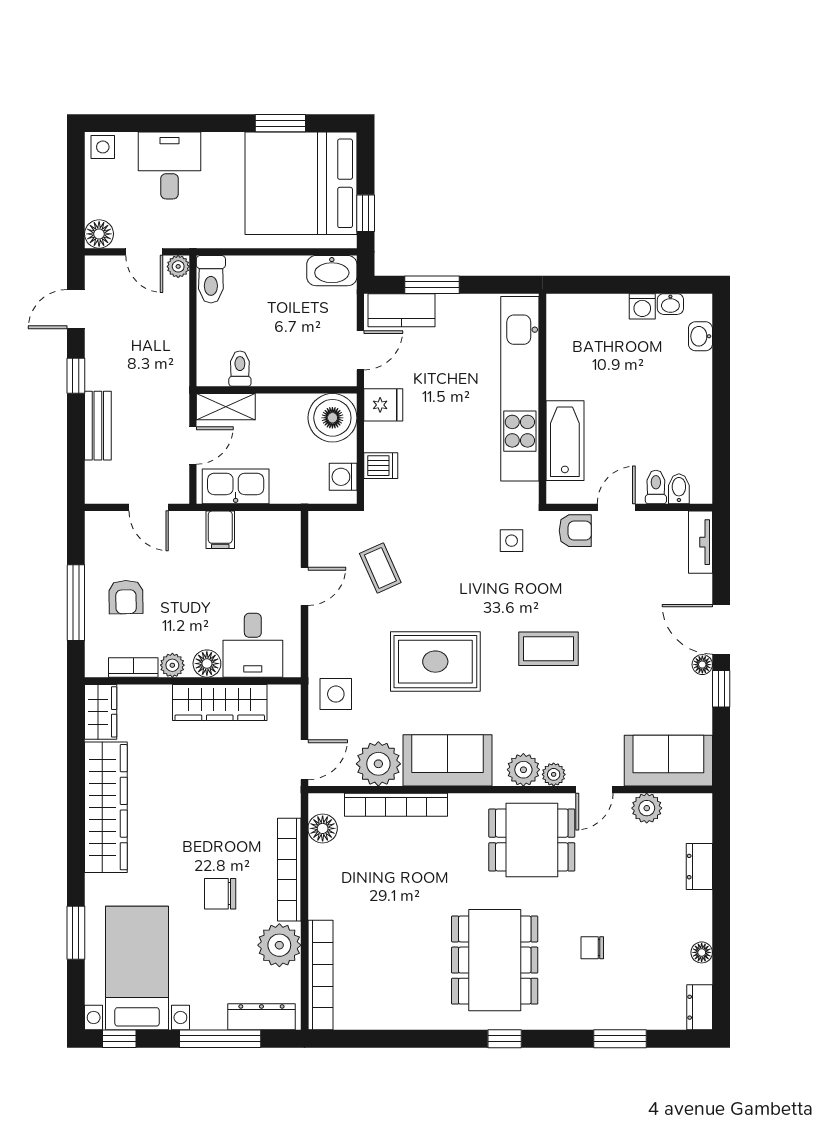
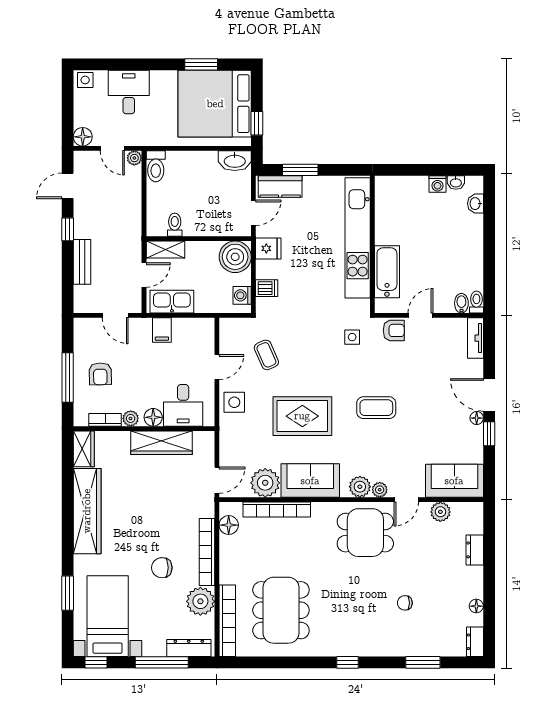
toilet: (656, 487) -> (476, 302), moved
side table: (336, 694) -> (234, 402), moved
dining table: (495, 960) -> (281, 610), moved

